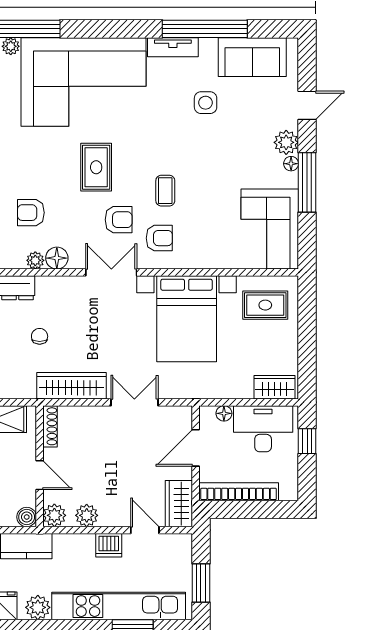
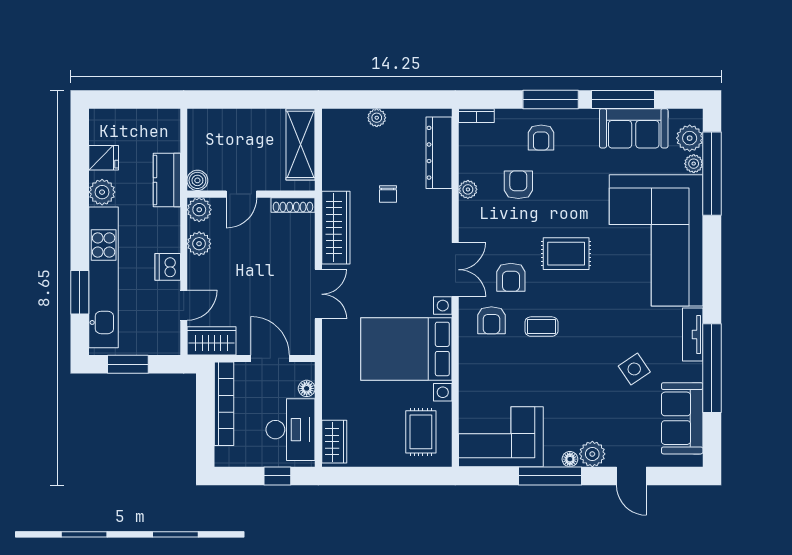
side table: (206, 103) -> (634, 369), turned -34
floor lamp: (57, 258) -> (470, 212), removed
chair: (40, 336) -> (388, 194), turned 90

